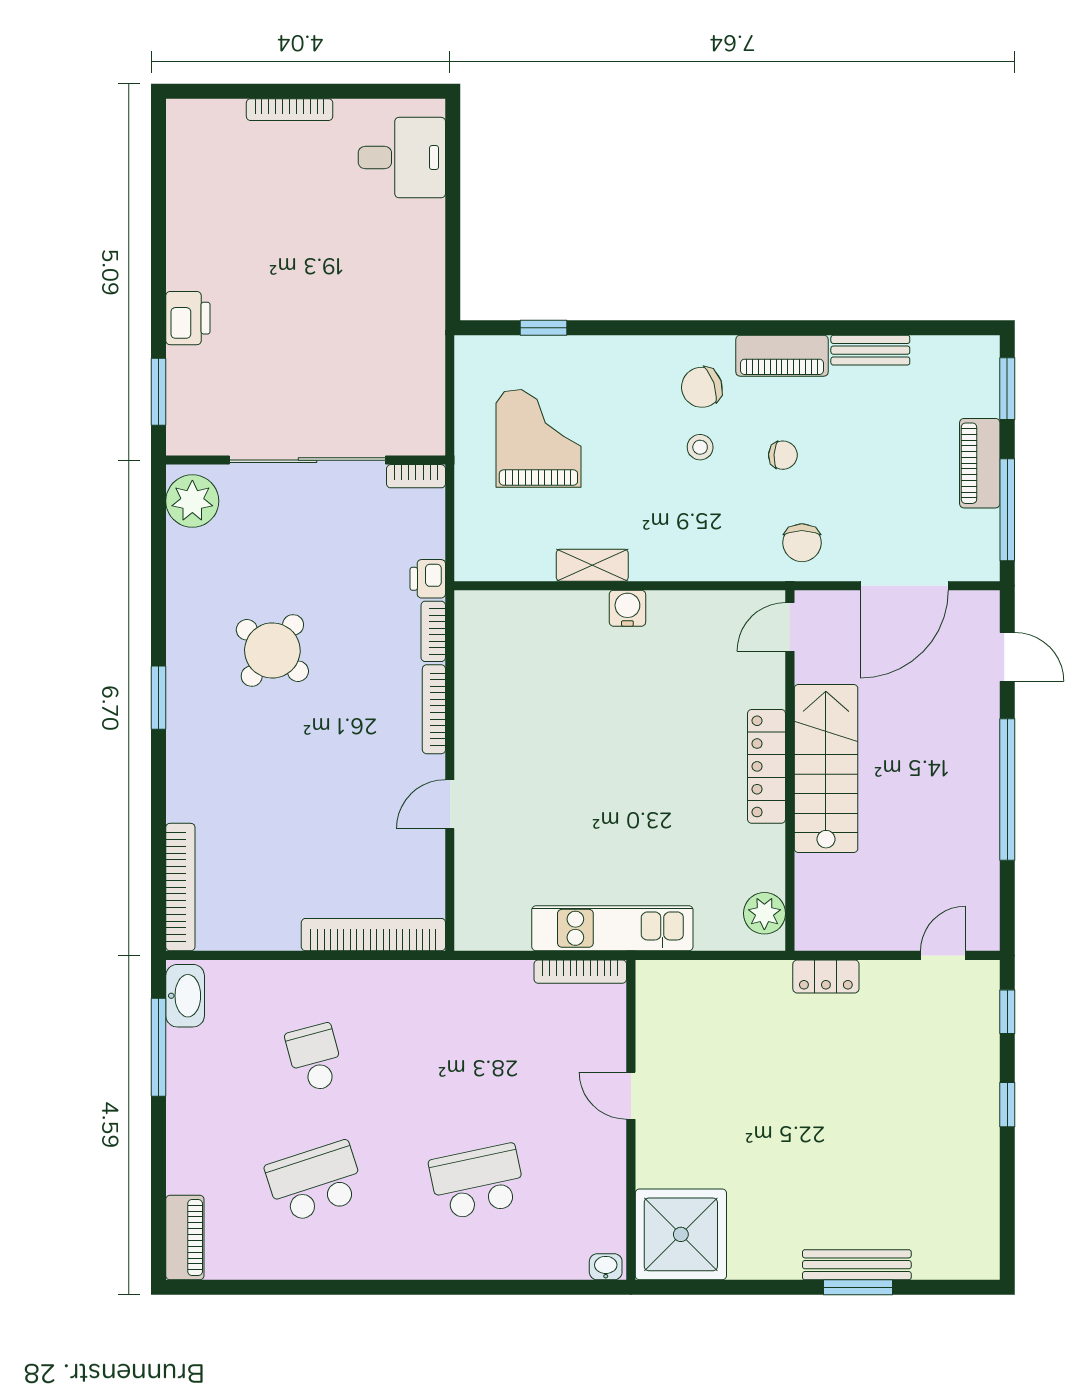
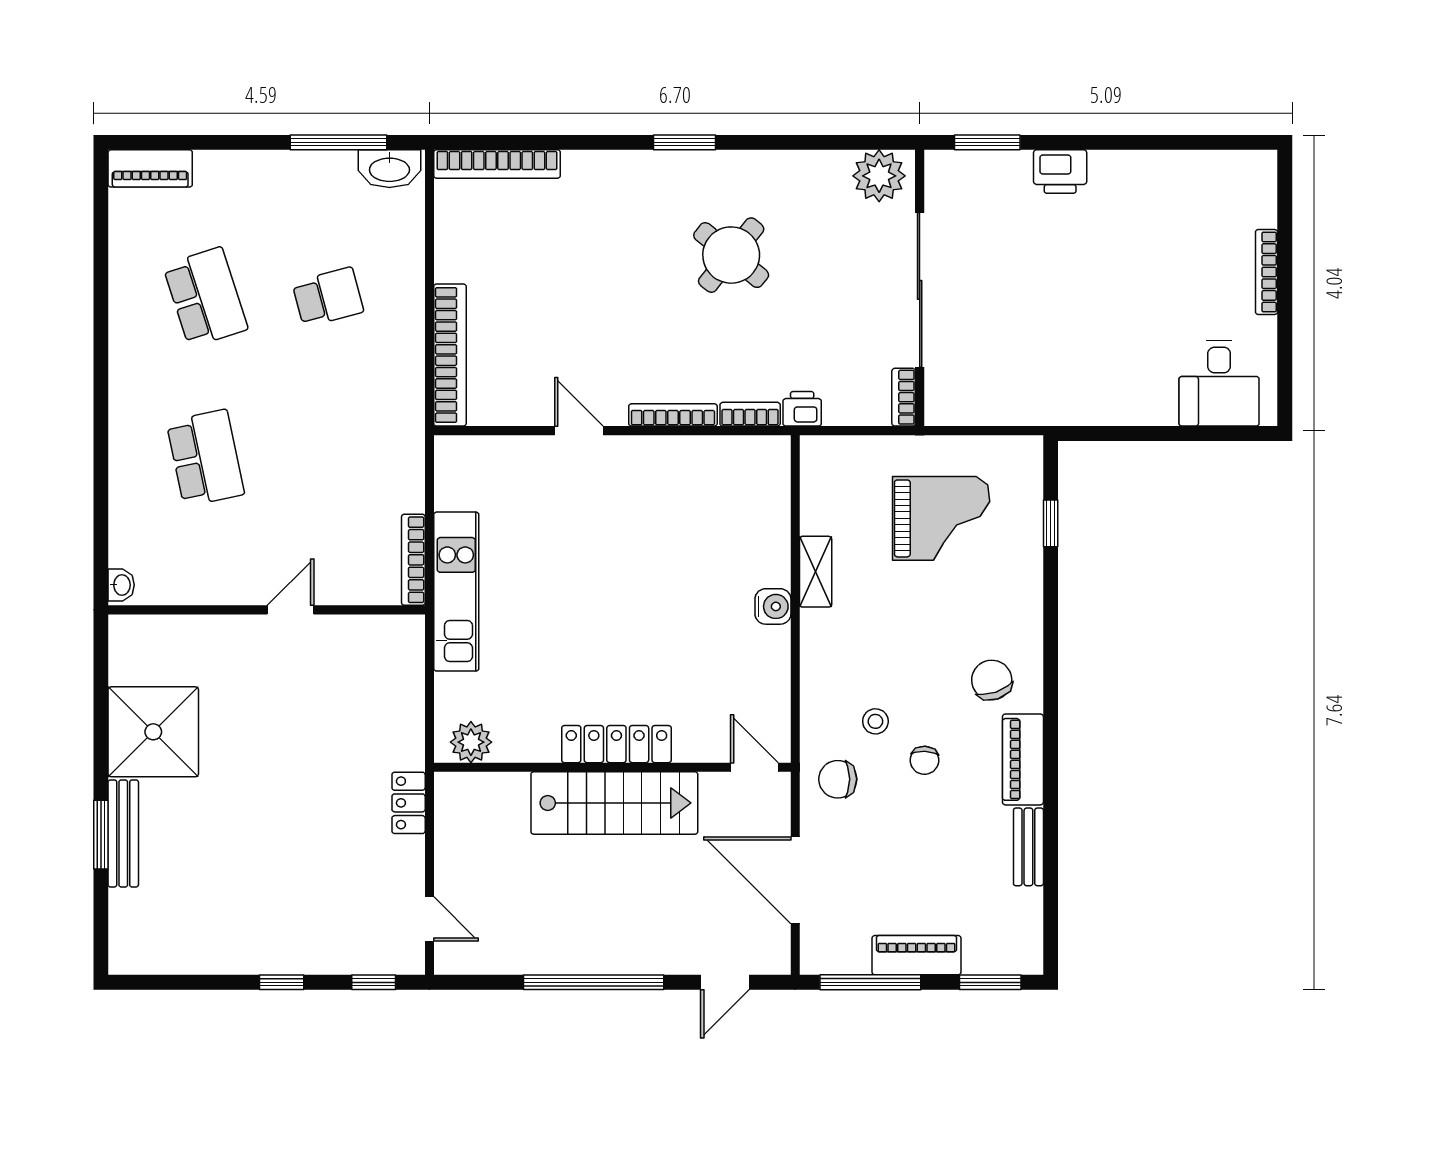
stool: (700, 447) -> (875, 721), moved
shower: (681, 1234) -> (153, 732), moved

